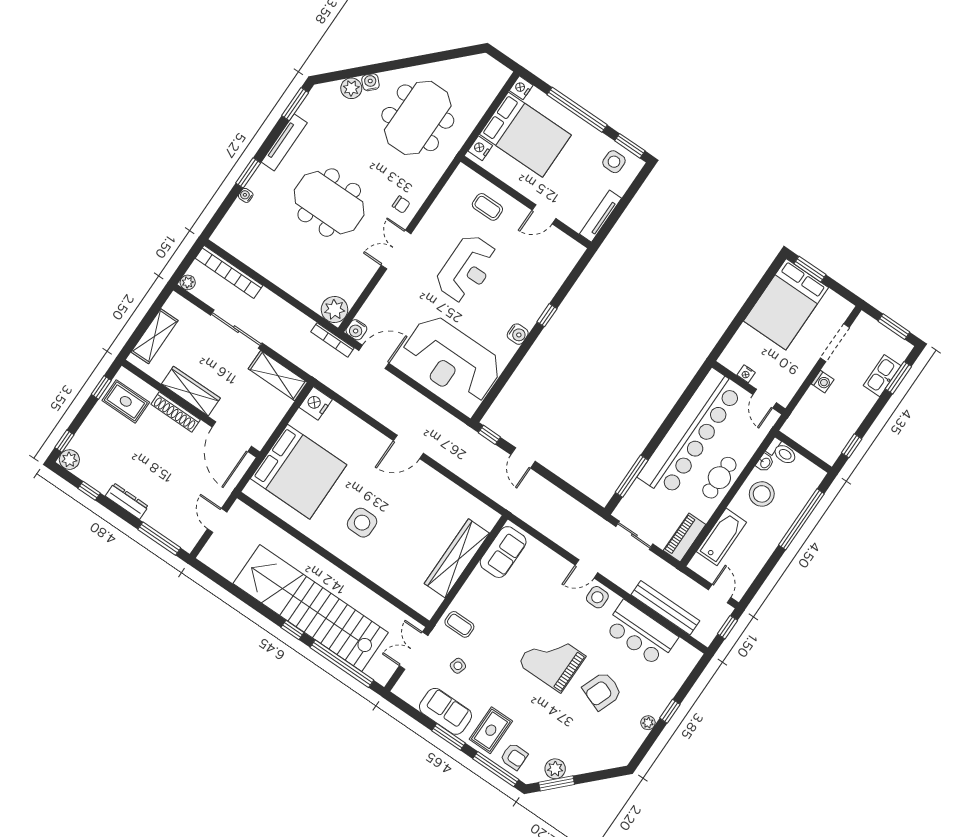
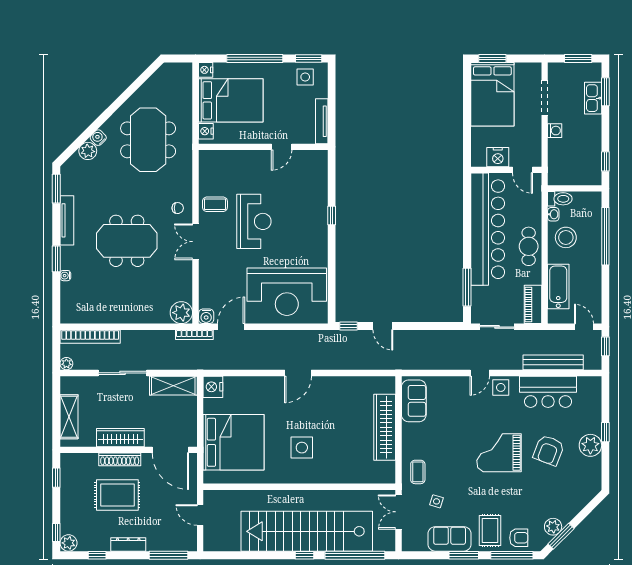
coffee table: (487, 207) -> (215, 204), moved
water cooler: (518, 334) -> (320, 243), removed
nightstand: (746, 374) -> (498, 157), width x1.89, depth x1.79
rug: (126, 401) -> (117, 495), moved, width x1.36, depth x1.43
coffee table: (459, 624) -> (418, 472), turned 90
plant: (648, 723) -> (590, 445), width x1.88, depth x1.88

